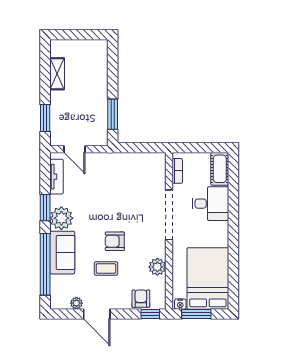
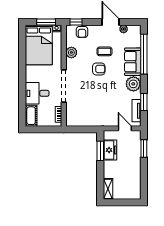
shelving: (57, 74) -> (108, 189), moved
freezer: (98, 116) -> (110, 150), added
window: (45, 208) -> (144, 102), moved

